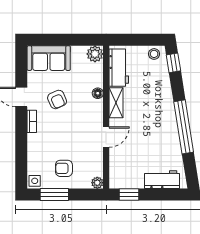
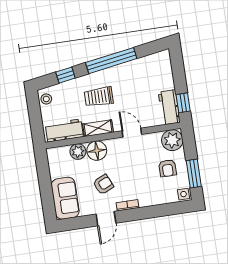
plant: (95, 54) -> (78, 152), moved
window: (173, 63) -> (65, 75), moved
floor lamp: (98, 93) -> (97, 151), width x1.89, depth x1.89
trolley: (148, 108) -> (99, 97), added
workbench: (162, 180) -> (169, 107), moved
plant: (97, 183) -> (172, 140), width x1.87, depth x1.87

